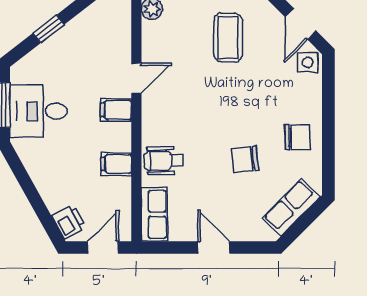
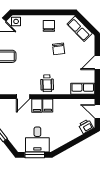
door: (136, 78) -> (23, 97), swing flipped
wheelchair: (164, 161) -> (47, 83), moved
filing cabinet: (116, 164) -> (48, 105), moved

